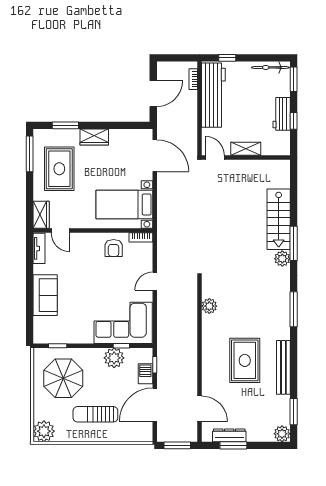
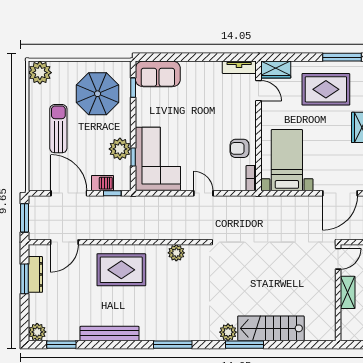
door: (61, 231) -> (259, 91), swing flipped
sofa: (45, 295) -> (158, 74), moved
rug: (245, 360) -> (121, 270), moved

